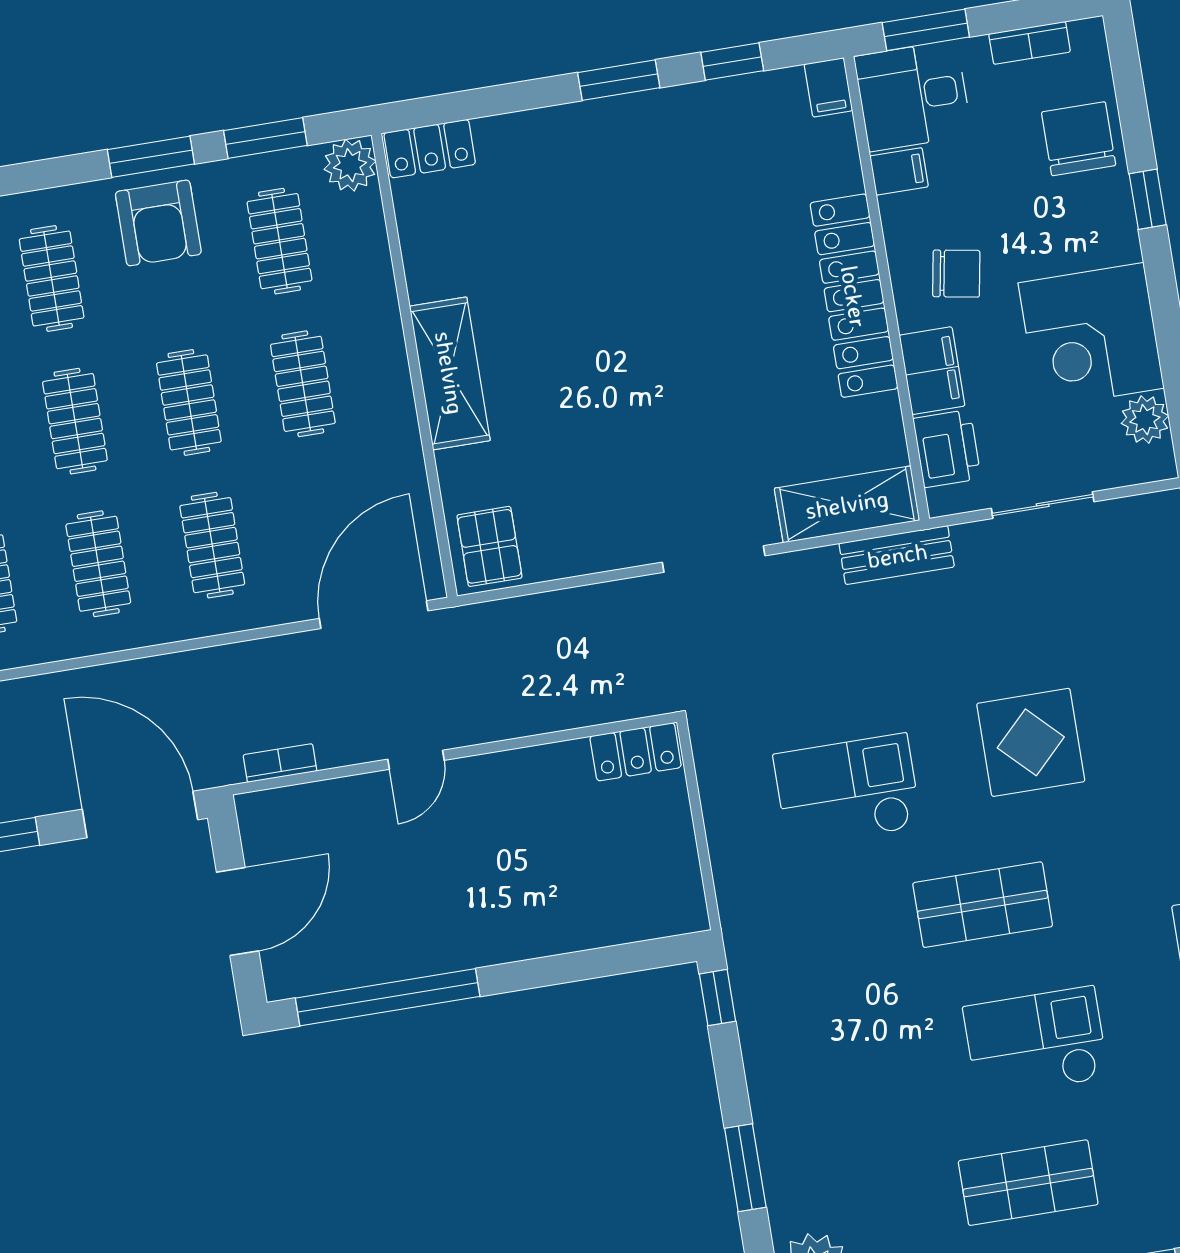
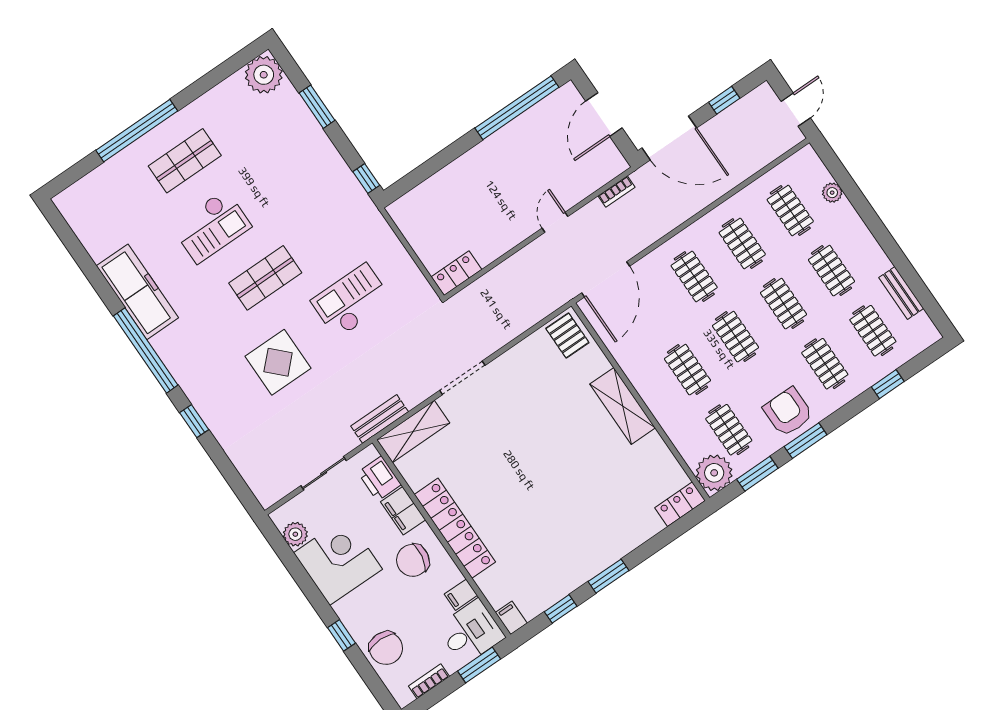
plant: (350, 165) -> (714, 473), width x1.36, depth x1.36
chair: (956, 274) -> (413, 560), width x1.37, depth x1.37
checkout: (847, 790) -> (352, 301), turned 180

